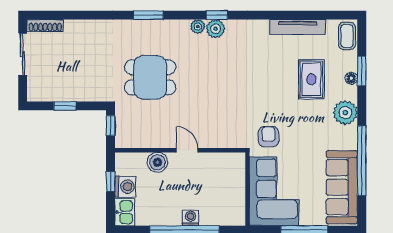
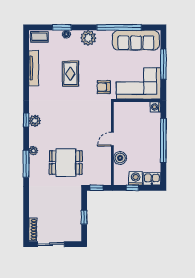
window: (148, 15) -> (26, 164), width x1.44
plant: (198, 27) -> (33, 151), moved
dining table: (150, 77) -> (66, 163), turned 90
rug: (311, 79) -> (70, 74), moved, turned 90
washing machine: (191, 218) -> (156, 107), moved

